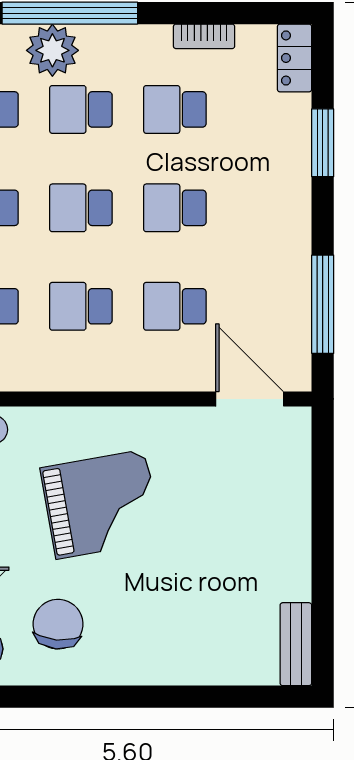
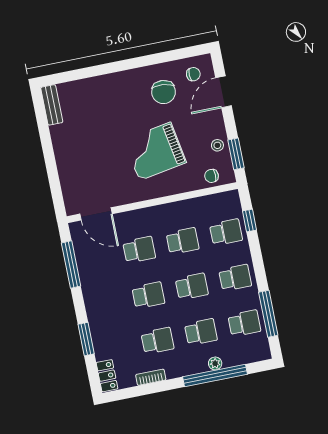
plant: (52, 50) -> (215, 363), width x0.53, depth x0.53

